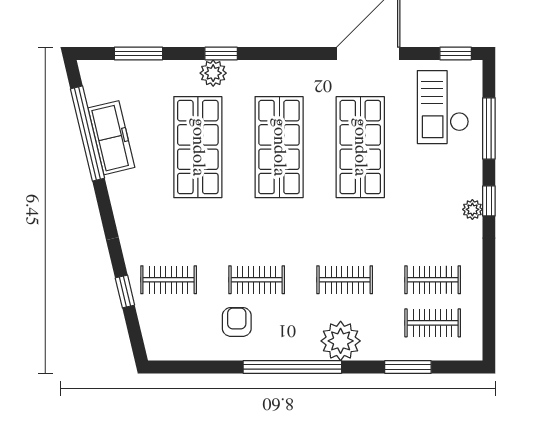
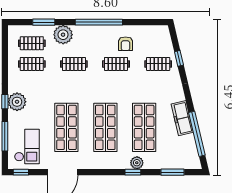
freezer: (111, 138) -> (182, 118), moved
plant: (472, 209) -> (17, 102), width x1.88, depth x1.88
plant: (341, 341) -> (63, 35), moved

